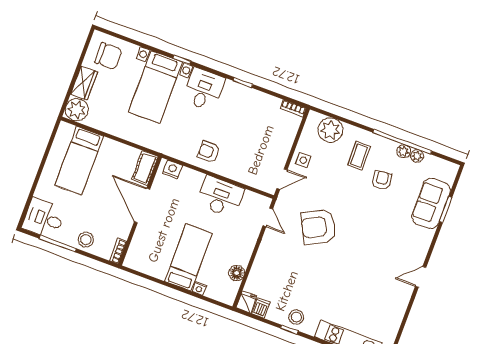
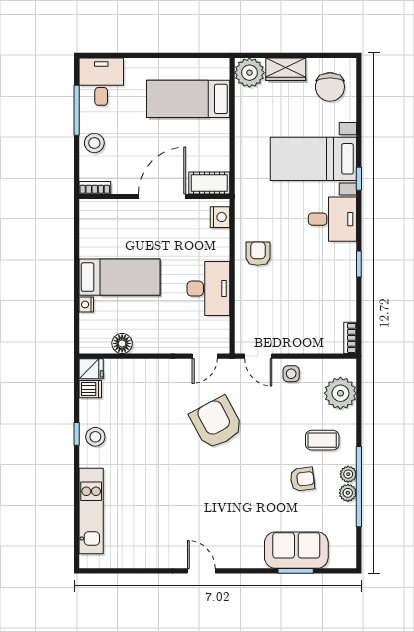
plant: (417, 156) -> (348, 474), moved

